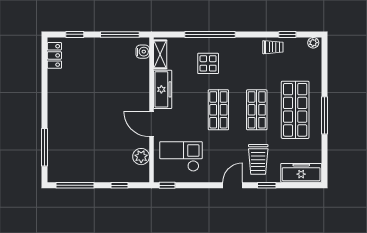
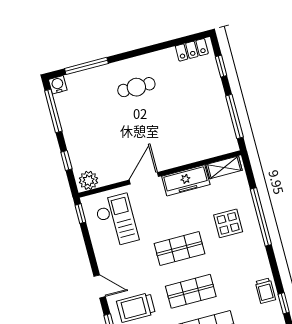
water cooler: (143, 52) -> (58, 85), moved, turned 180
cafe table: (73, 110) -> (136, 87), added
plant: (141, 157) -> (88, 180), moved

